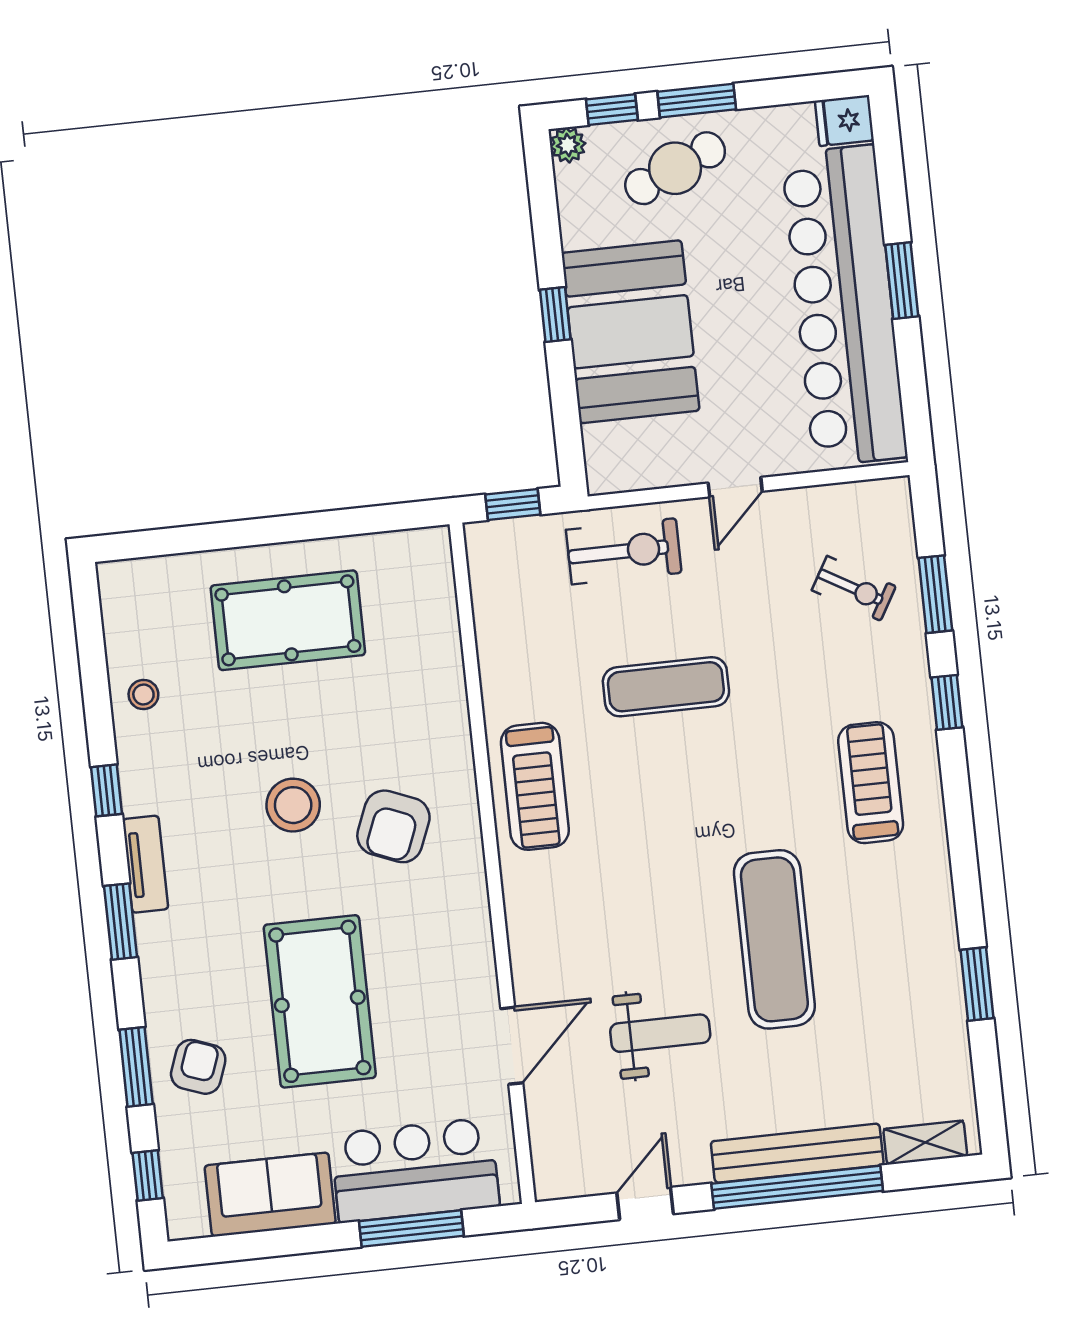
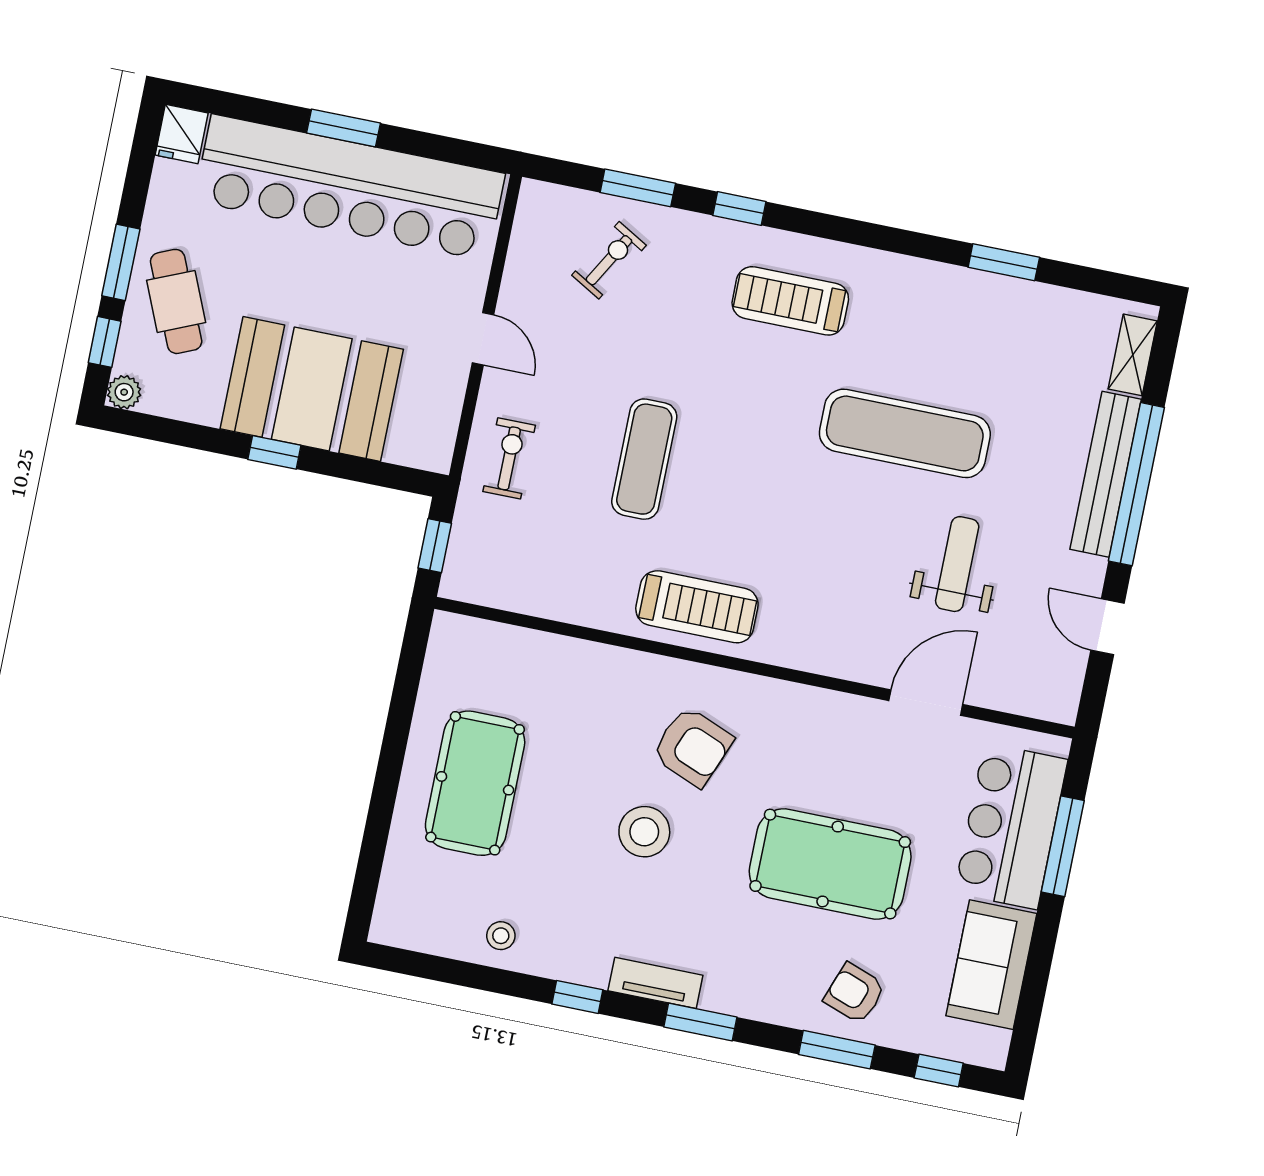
exercise bike: (624, 551) -> (509, 458), width x0.73, depth x0.72
door: (512, 1046) -> (926, 703), hinge flipped

